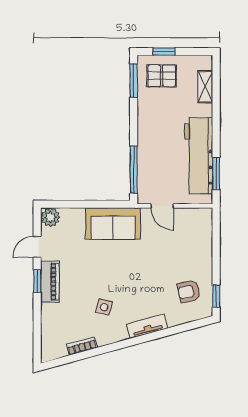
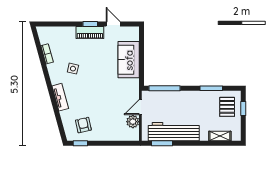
window: (134, 81) -> (211, 88), moved
plant: (50, 217) -> (133, 122), moved
sofa: (113, 224) -> (129, 60), moved

